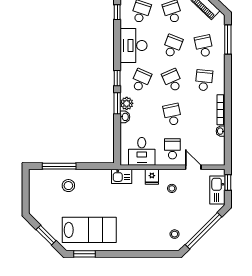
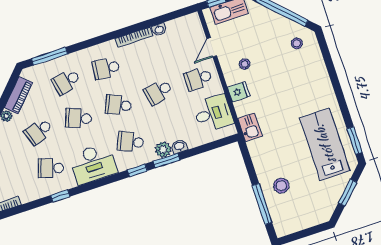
school desk: (172, 80) -> (118, 105), turned 48

